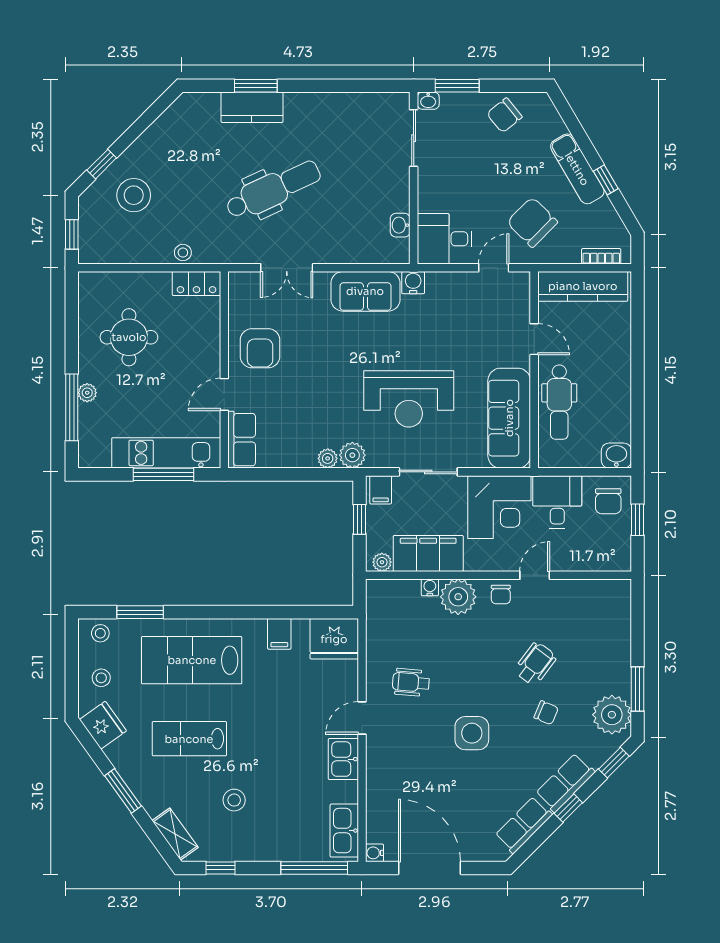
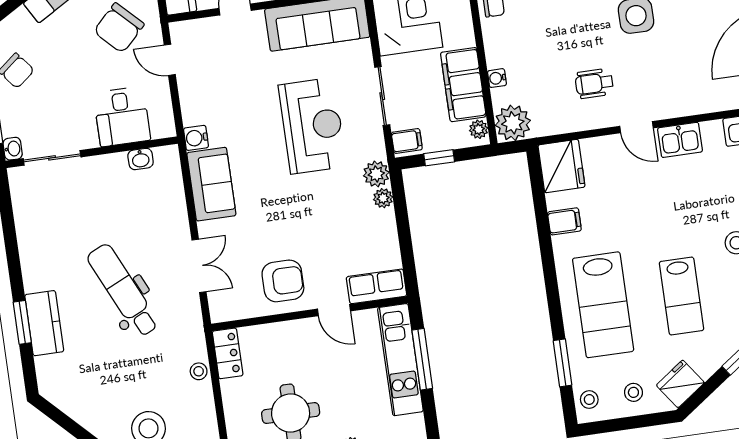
desk: (445, 239) -> (122, 116), moved
plant: (458, 597) -> (513, 123), moved
wheelchair: (411, 682) -> (594, 83), turned 85

